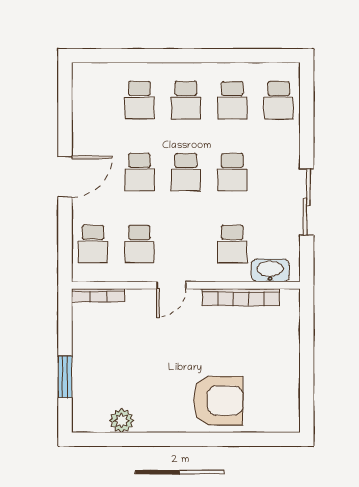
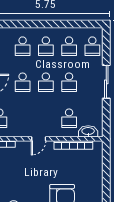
sliding door: (307, 202) -> (106, 82), moved
school desk: (139, 244) -> (23, 118), removed

